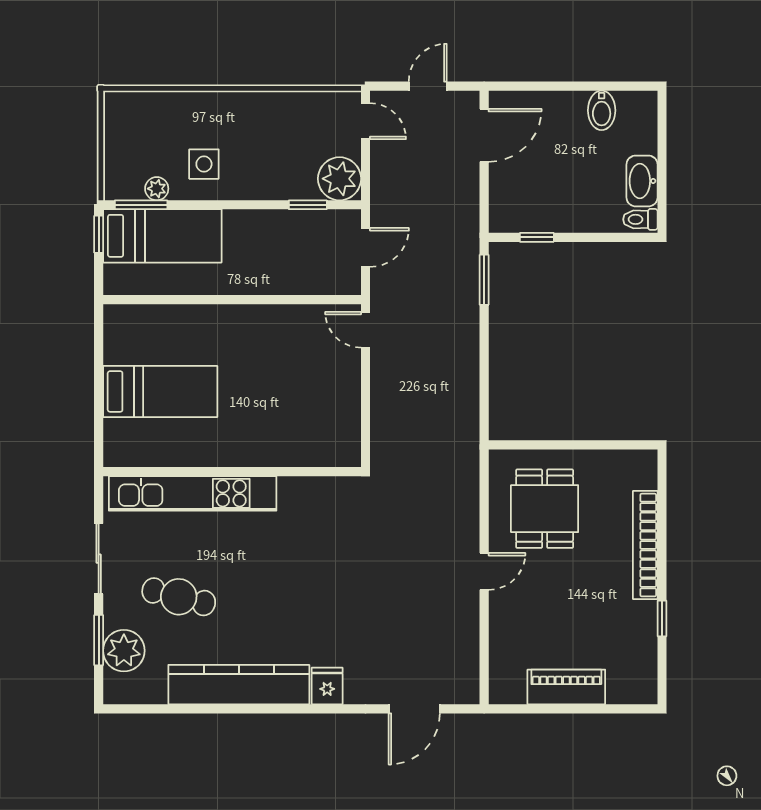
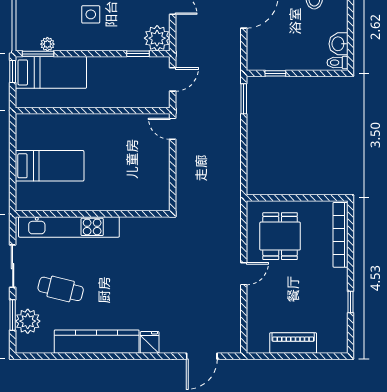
side table: (204, 164) -> (91, 14), moved
washbasin: (642, 181) -> (339, 44), width x0.72
bookcase: (645, 545) -> (340, 235), moved

